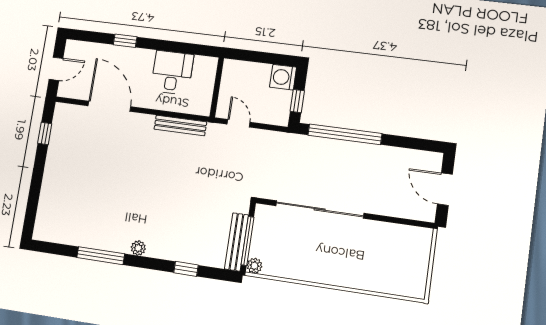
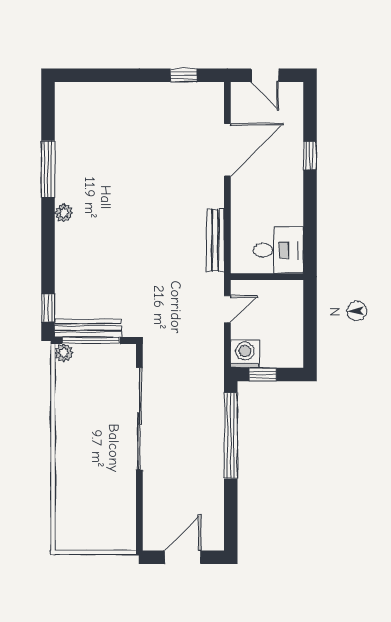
desk: (172, 72) -> (278, 250), moved
washing machine: (283, 77) -> (245, 354), moved
window: (186, 269) -> (48, 308), moved

